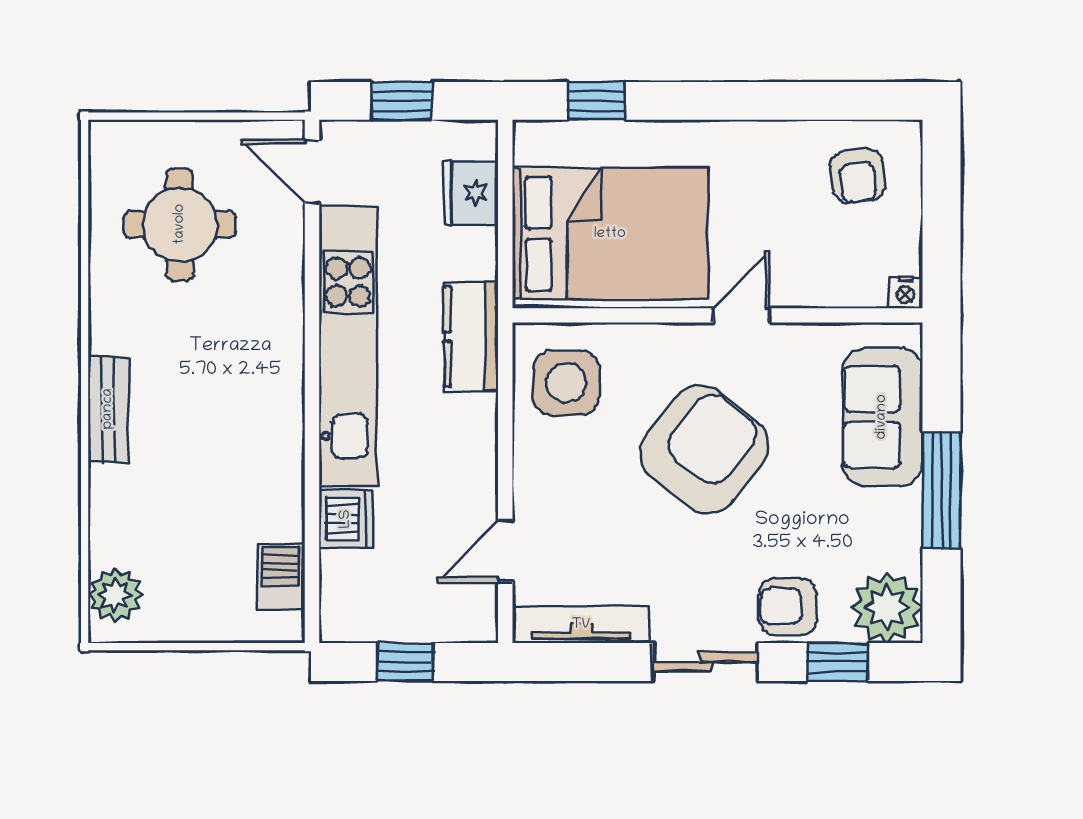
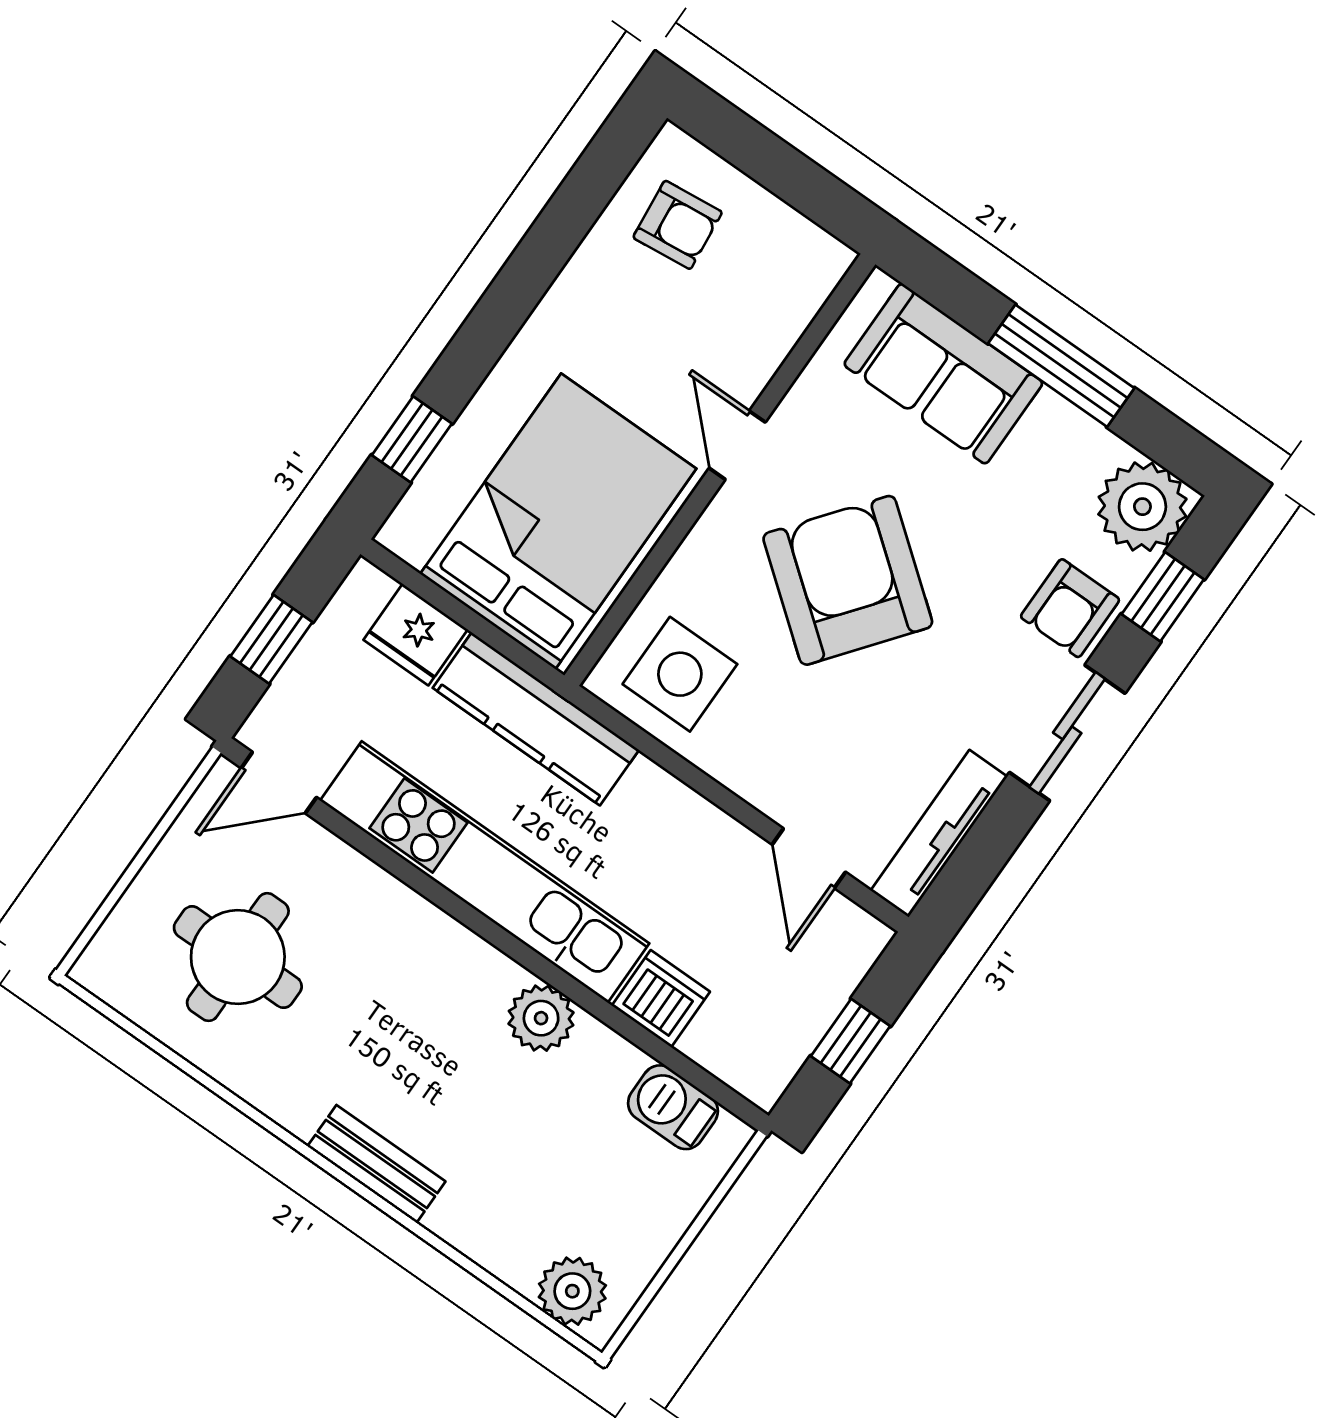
nightstand: (906, 292) -> (832, 260), removed
kitchen counter: (471, 337) -> (536, 719), width x1.50
plant: (279, 450) -> (541, 1018), added

